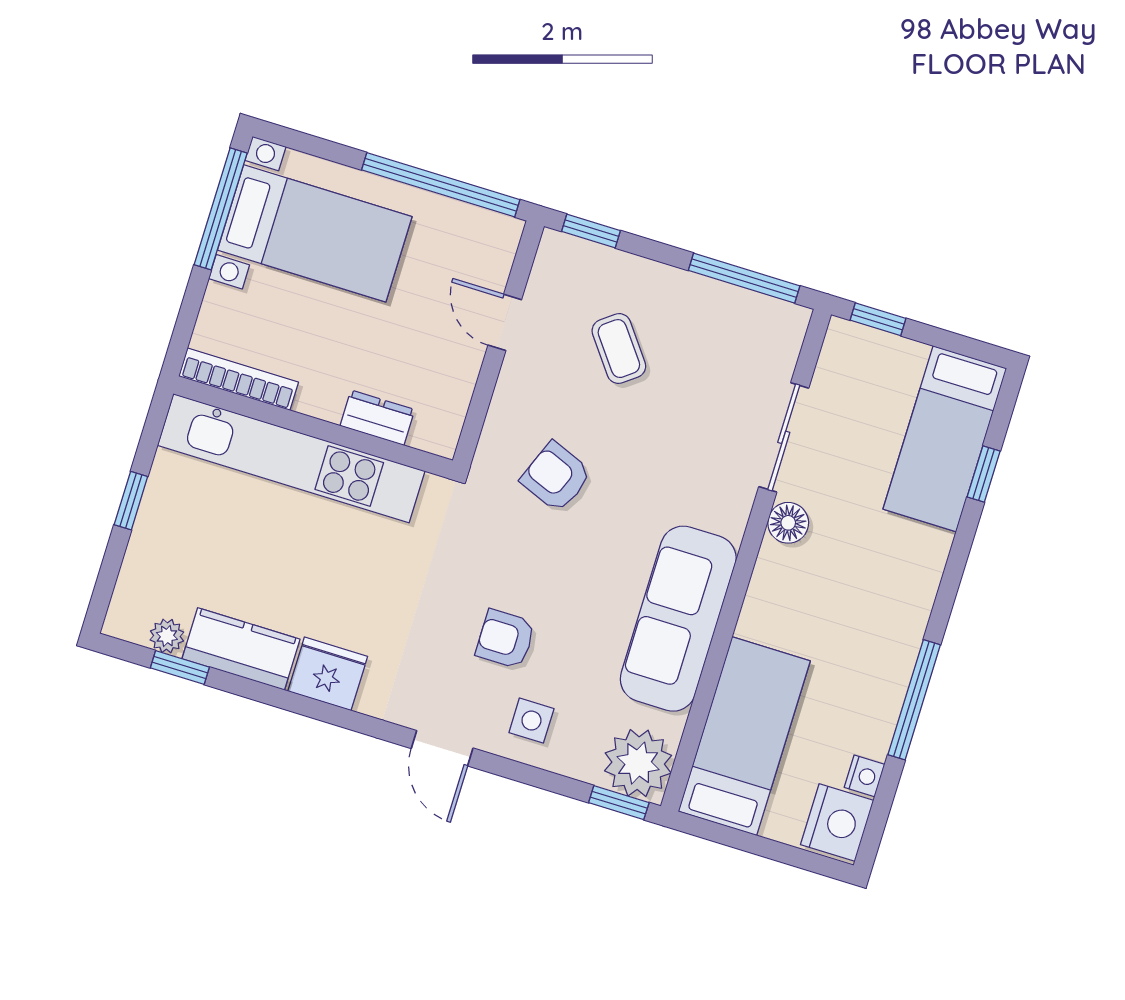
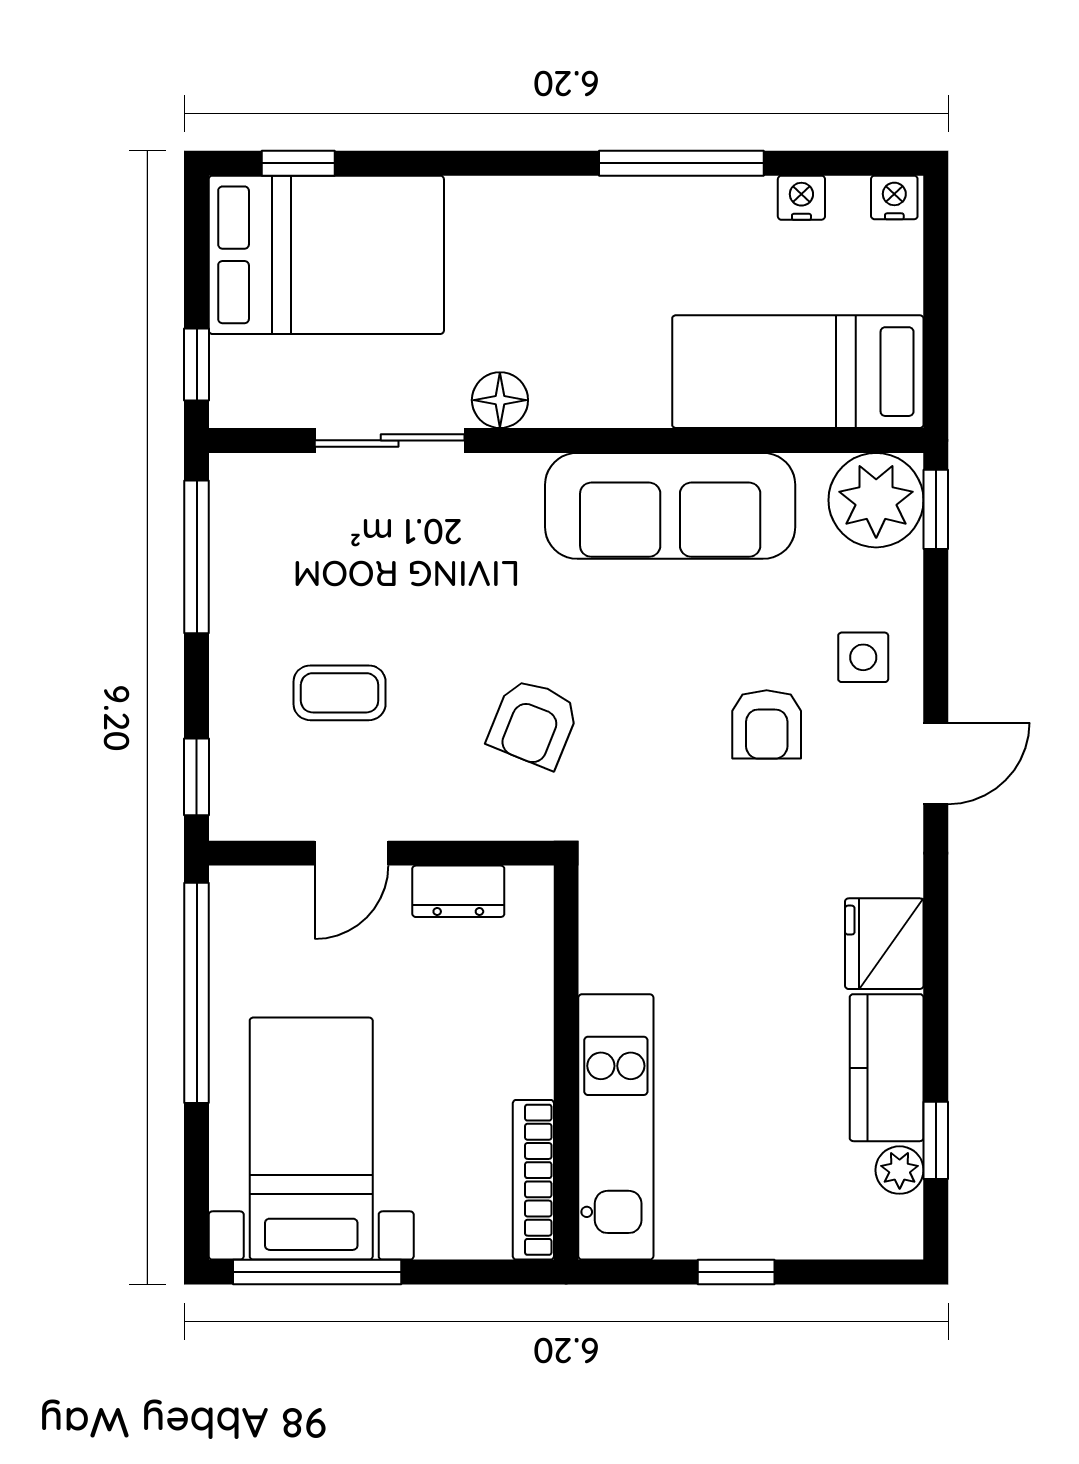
coffee table: (619, 349) -> (340, 693), turned 37
dresser: (377, 418) -> (458, 891), moved, turned -90
bed: (945, 439) -> (326, 255), width x1.50
kitchen unit: (291, 458) -> (616, 1127), width x0.73
window: (984, 474) -> (298, 163), moved
nightstand: (837, 822) -> (894, 197), width x0.53, depth x0.56

